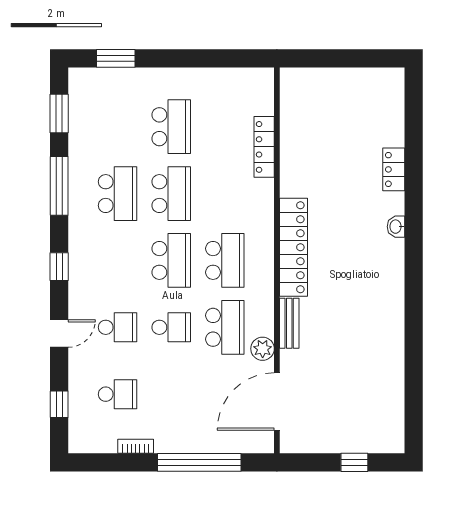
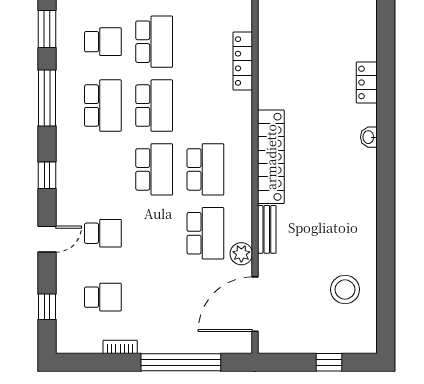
school desk: (171, 327) -> (103, 42), moved
stool: (371, 386) -> (345, 289), added

